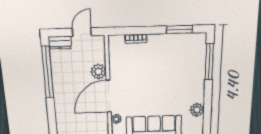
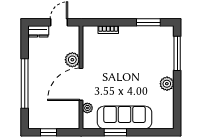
window: (48, 72) -> (25, 84), moved
plant: (197, 110) -> (167, 84), moved

